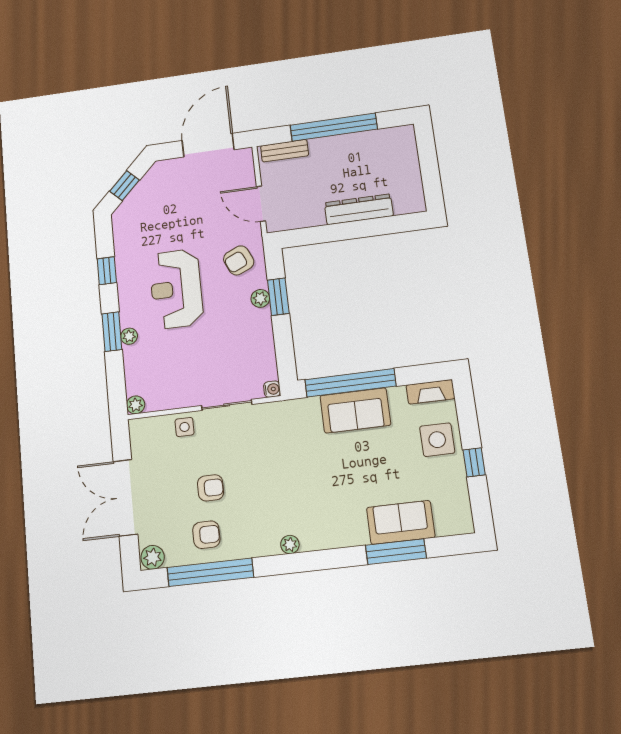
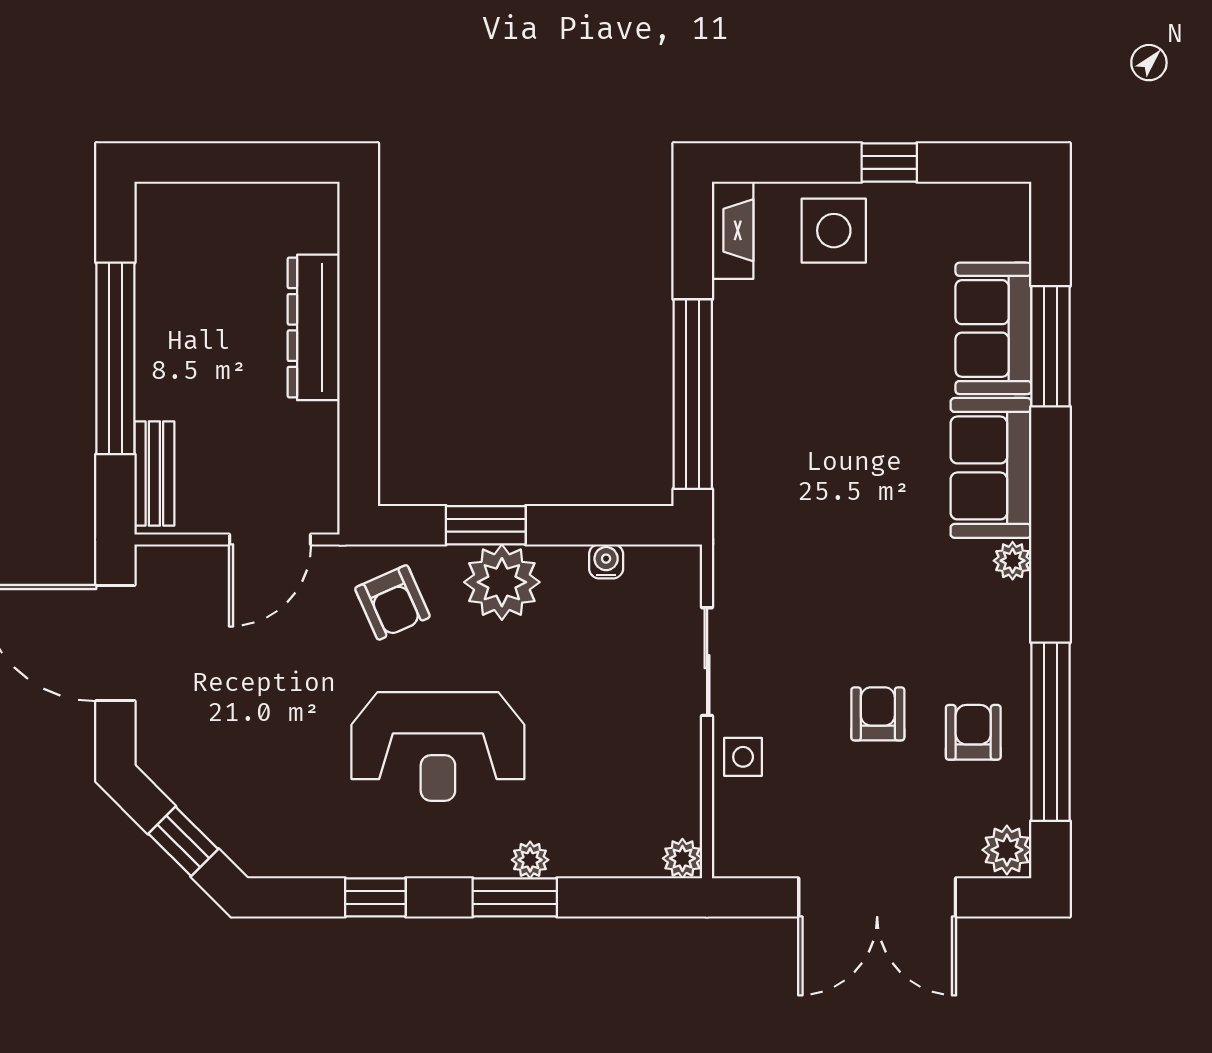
plant: (260, 298) -> (502, 582), width x1.87, depth x1.87
water cooler: (272, 389) -> (606, 561), moved
sofa: (355, 410) -> (991, 468), moved, turned 180

